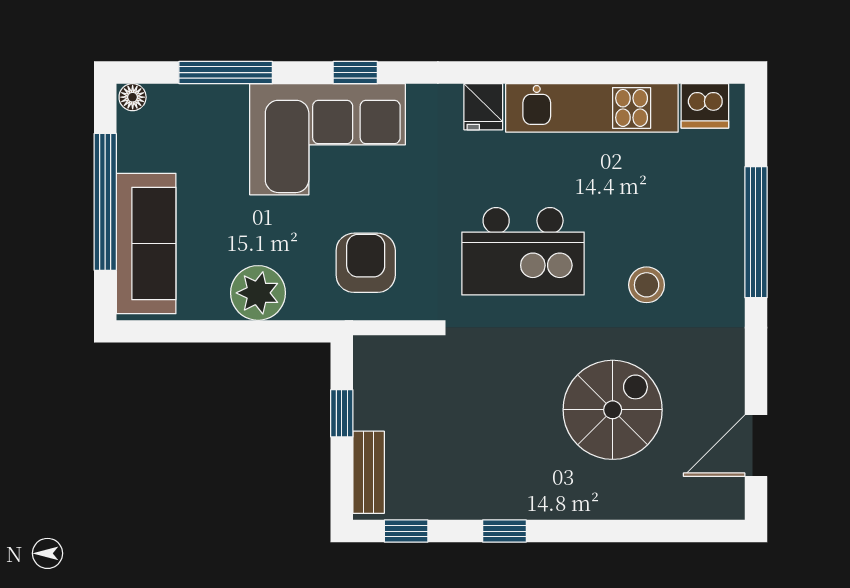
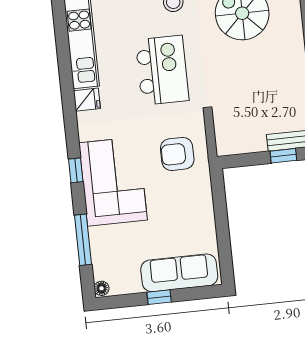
window: (105, 202) -> (159, 297), width x0.32
plant: (258, 293) -> (199, 210), removed
window: (342, 413) -> (283, 156), moved

